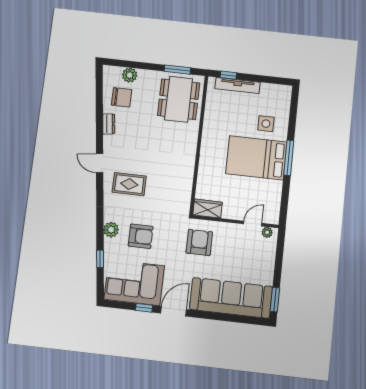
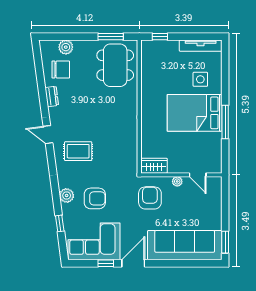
tv unit: (238, 85) -> (201, 46), moved
window: (289, 158) -> (225, 122), moved
door: (253, 224) -> (198, 175), swing flipped
plant: (267, 232) -> (177, 181), moved

